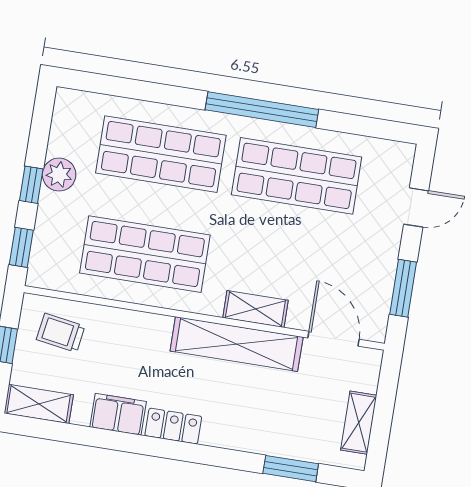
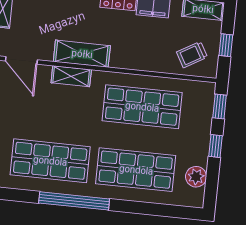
plant: (59, 175) -> (196, 177), moved
trolley: (61, 333) -> (192, 55), turned 141
shelving: (237, 344) -> (82, 54), width x0.68

